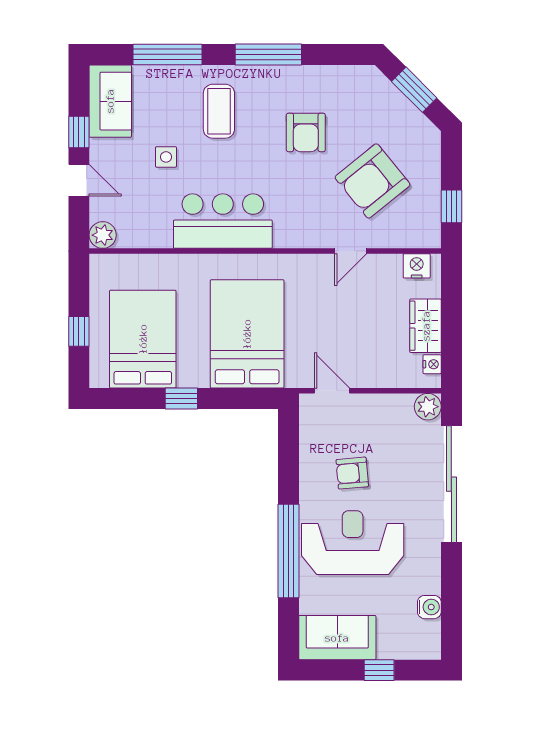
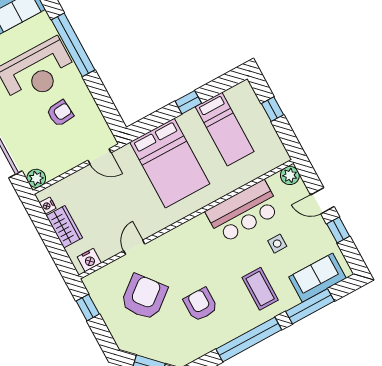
window: (268, 54) -> (249, 339), width x1.46
sofa: (110, 101) -> (317, 278), moved, turned 90
bar counter: (223, 221) -> (243, 212), moved
bed: (143, 339) -> (225, 129), width x0.67

